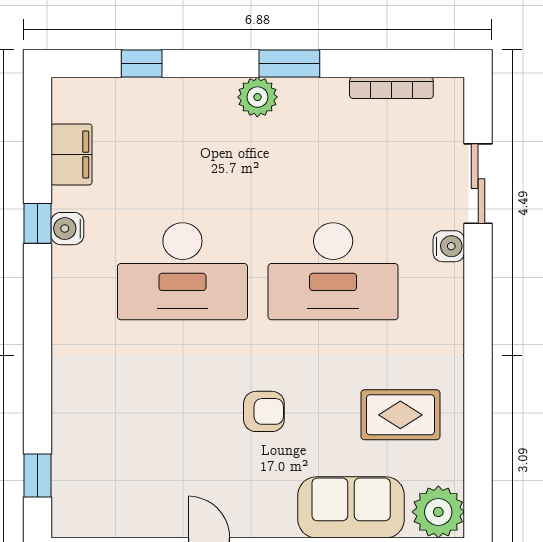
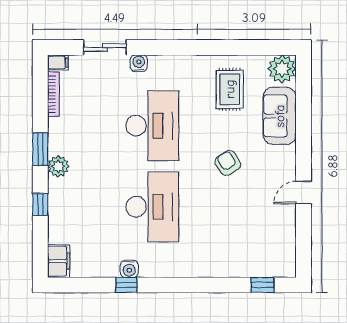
window: (142, 64) -> (40, 205), moved
filing cabinet: (450, 96) -> (58, 62), added
filing cabinet: (72, 154) -> (59, 261), moved, turned 90
armchair: (264, 411) -> (228, 163), turned -32

